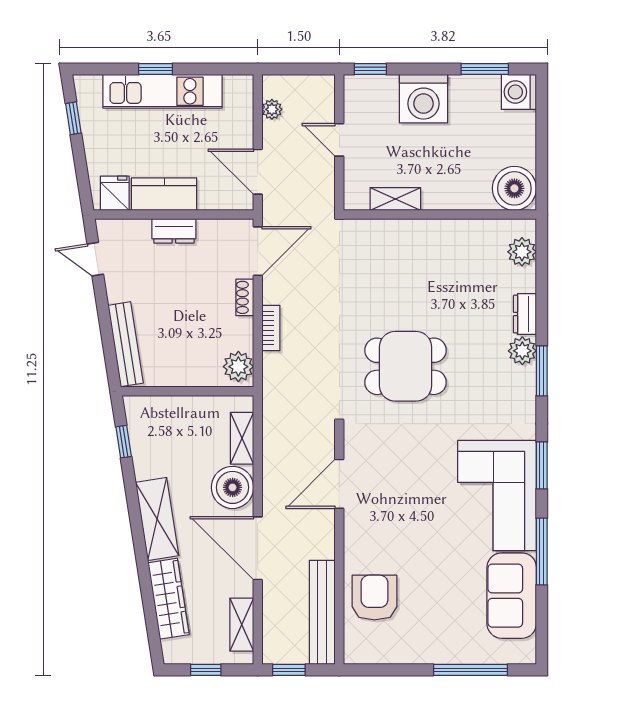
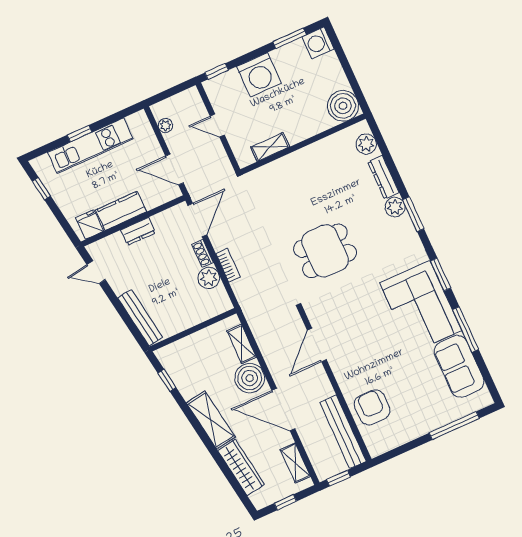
dresser: (525, 314) -> (383, 177), width x1.44
plant: (238, 367) -> (209, 278), moved

